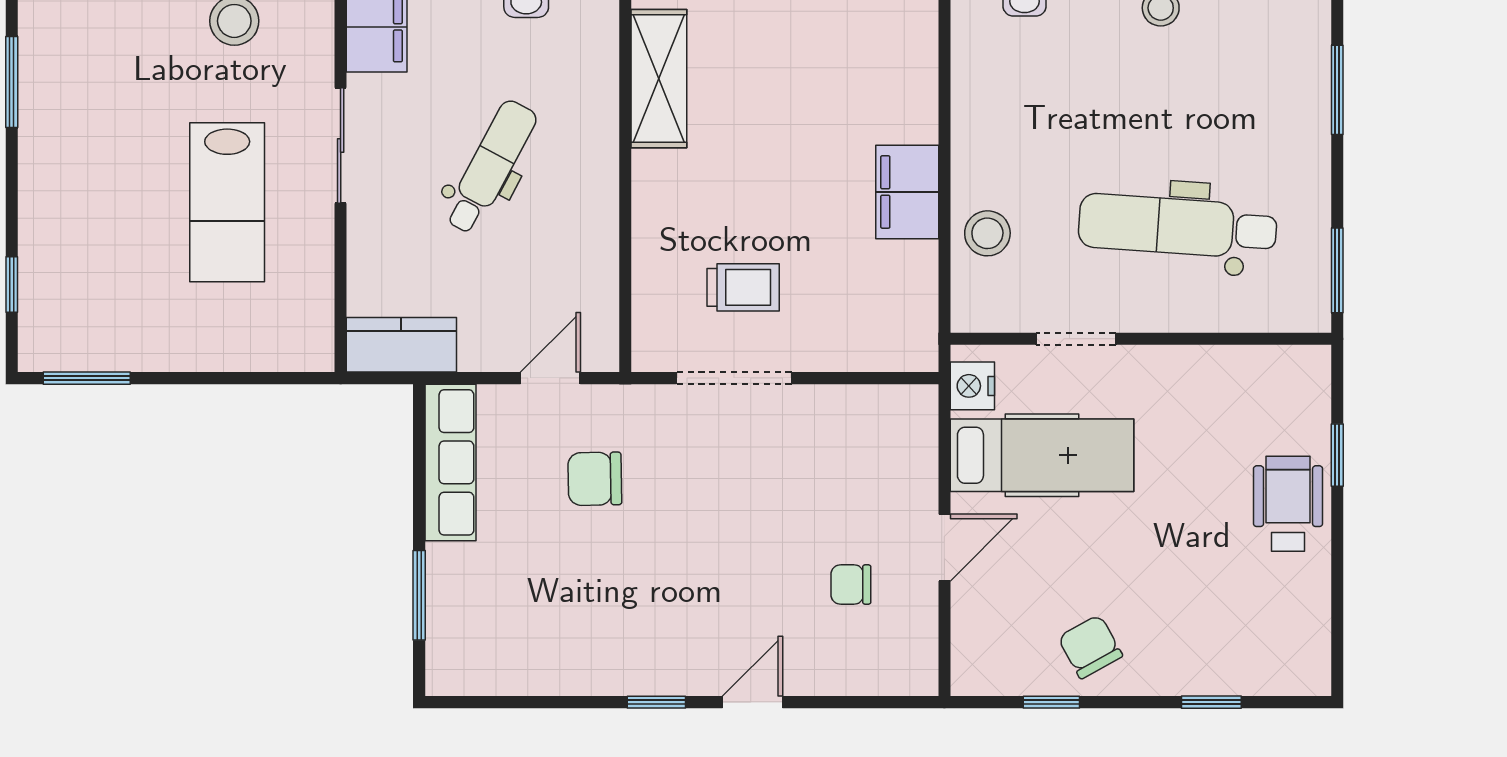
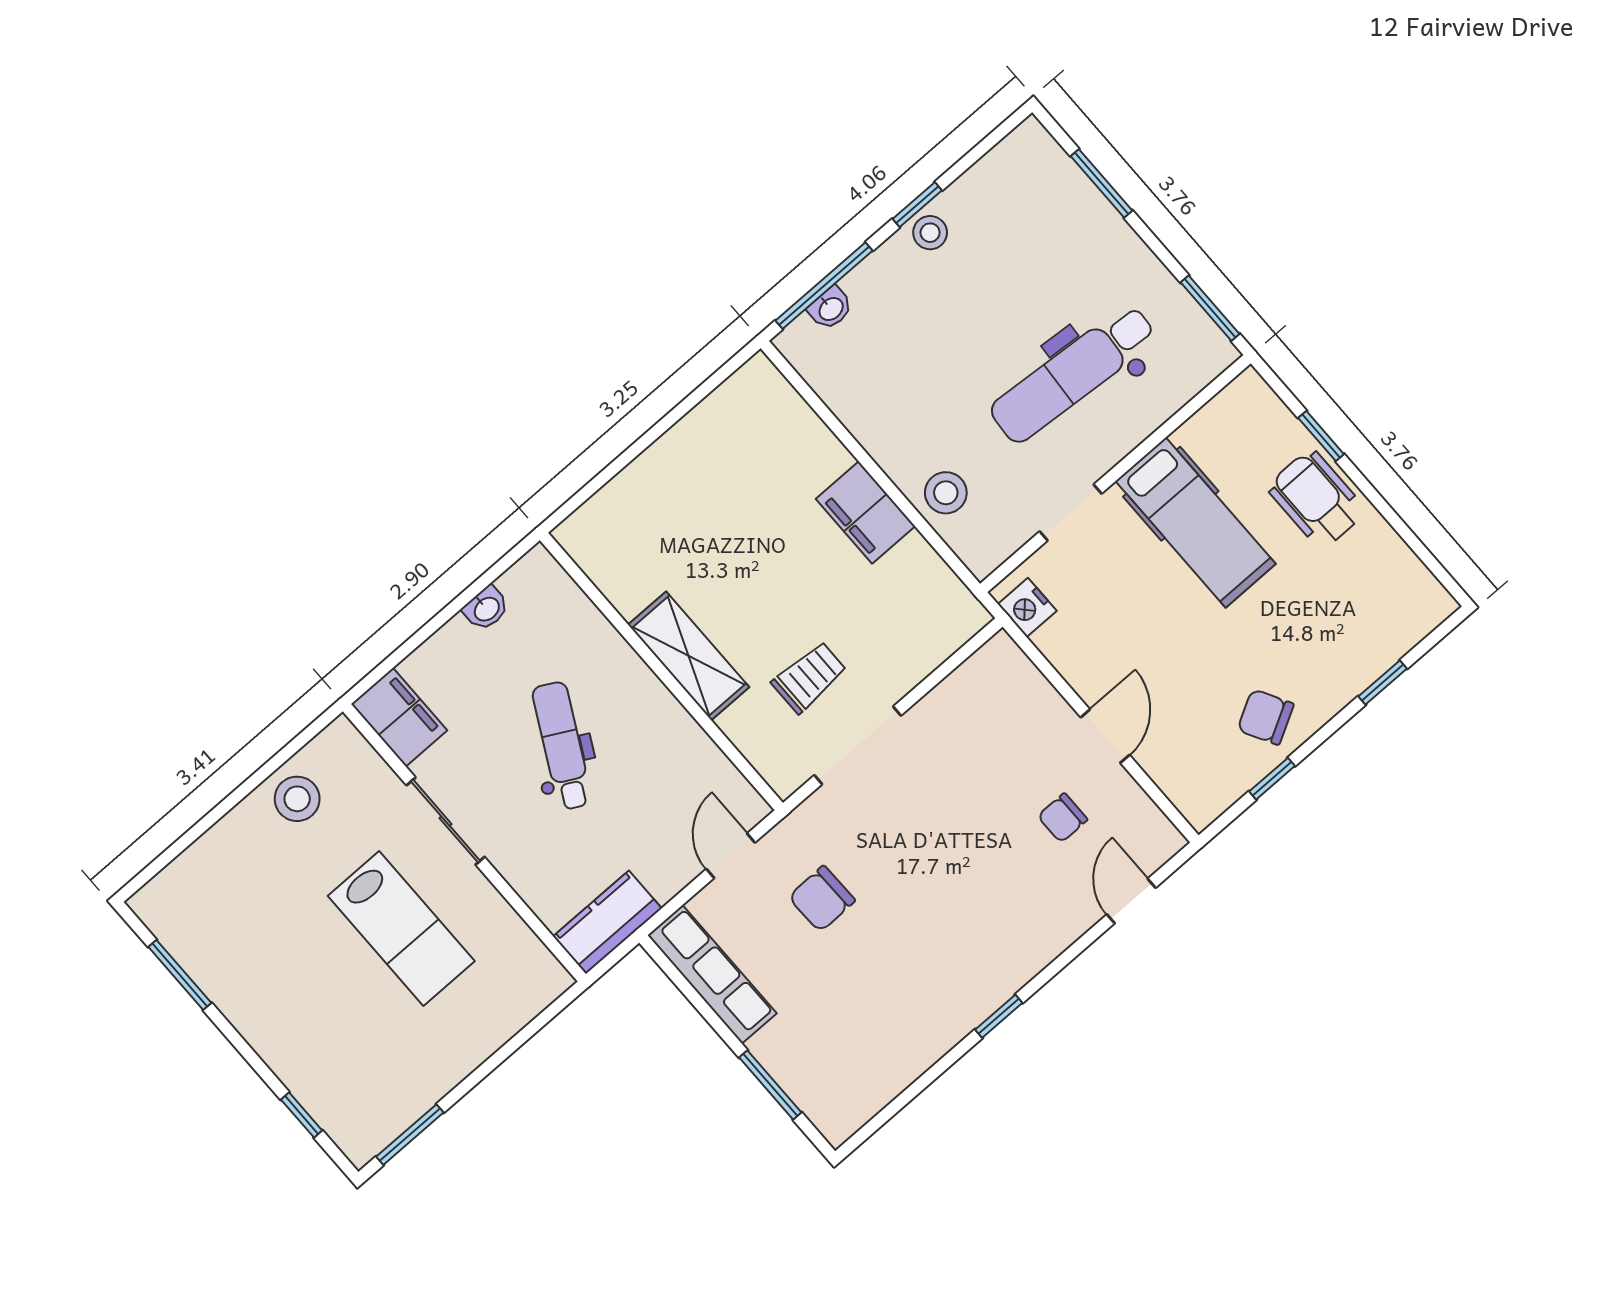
shelving: (659, 79) -> (689, 656), moved
hospital bed: (1042, 455) -> (1196, 522), moved, turned 90
door: (753, 702) -> (1131, 901), moved

